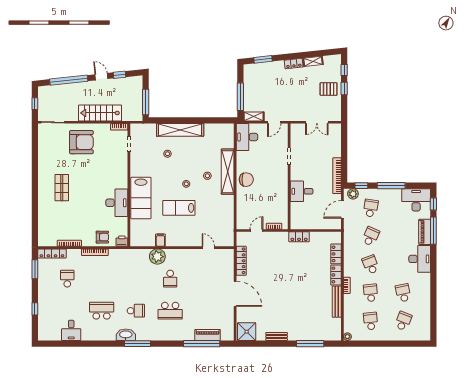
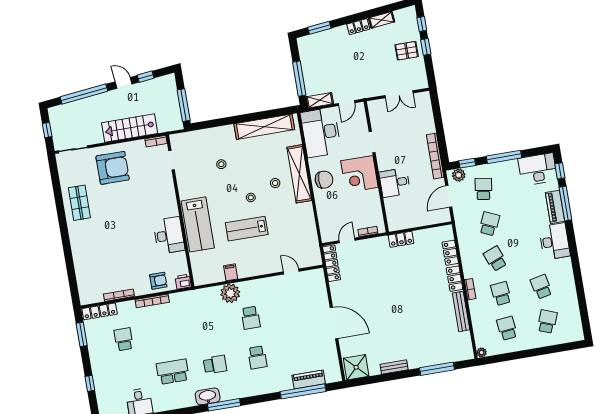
shelving: (180, 130) -> (264, 127), moved
desk: (247, 137) -> (321, 132), width x1.36, depth x1.30
corner desk: (275, 180) -> (359, 174), added
shop shelf: (62, 188) -> (79, 203), moved
locker: (241, 261) -> (332, 263), moved
school desk: (170, 311) -> (257, 357), width x0.54

